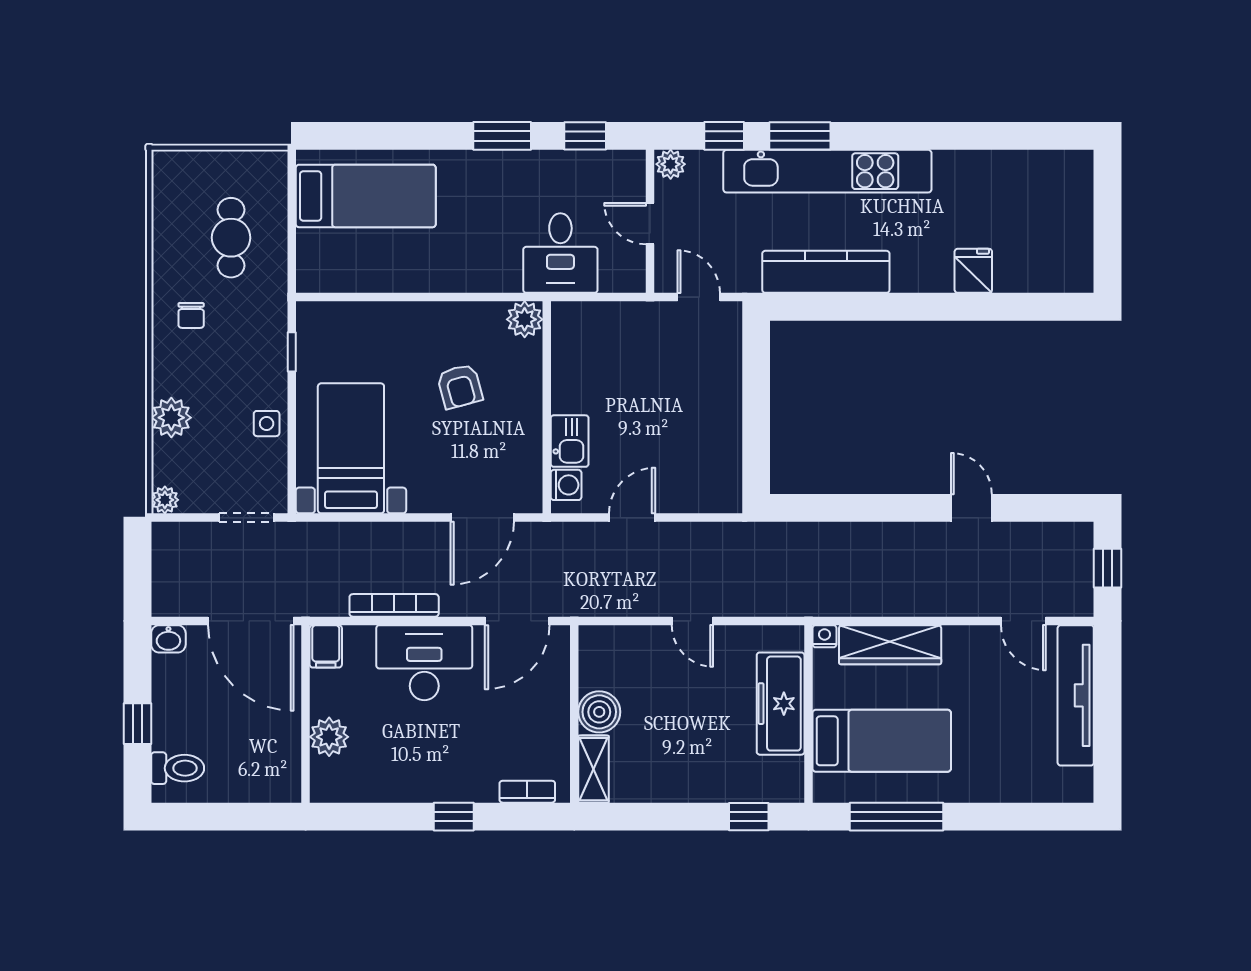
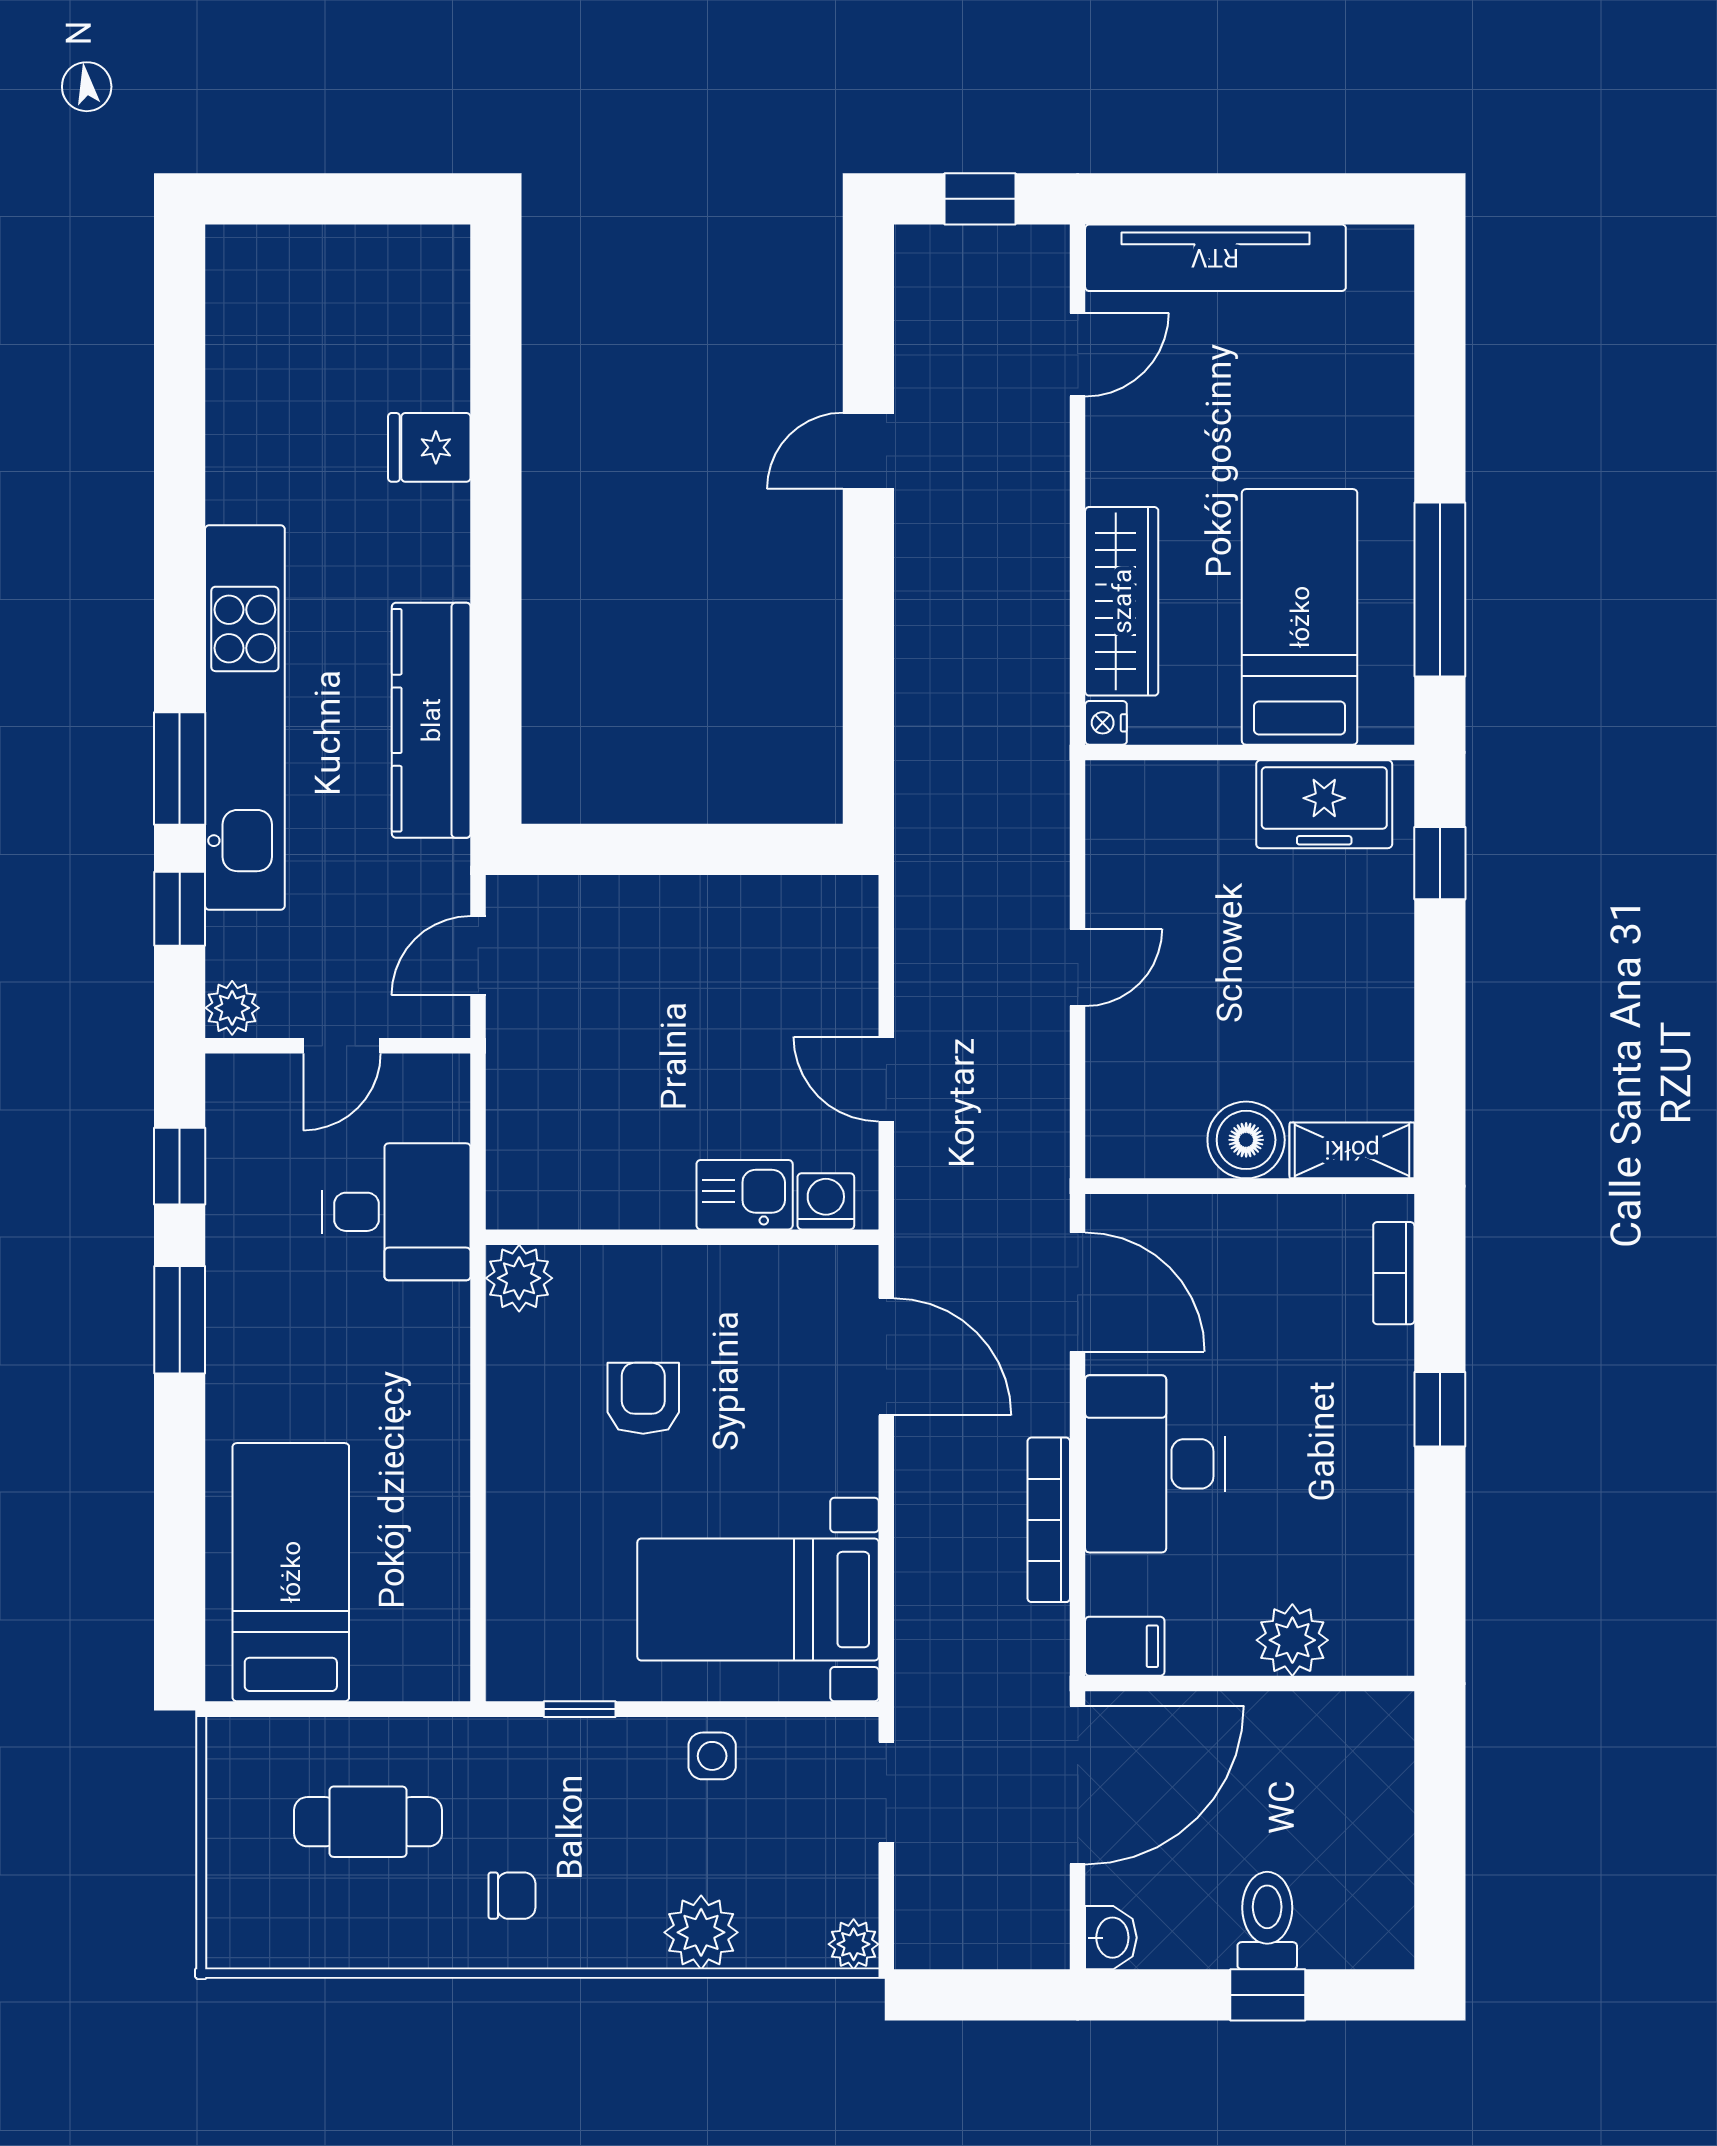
armchair: (460, 386) -> (643, 1398), turned -75
freezer: (781, 704) -> (1324, 804), moved, width x0.71
toilet: (178, 768) -> (1267, 1921), moved

